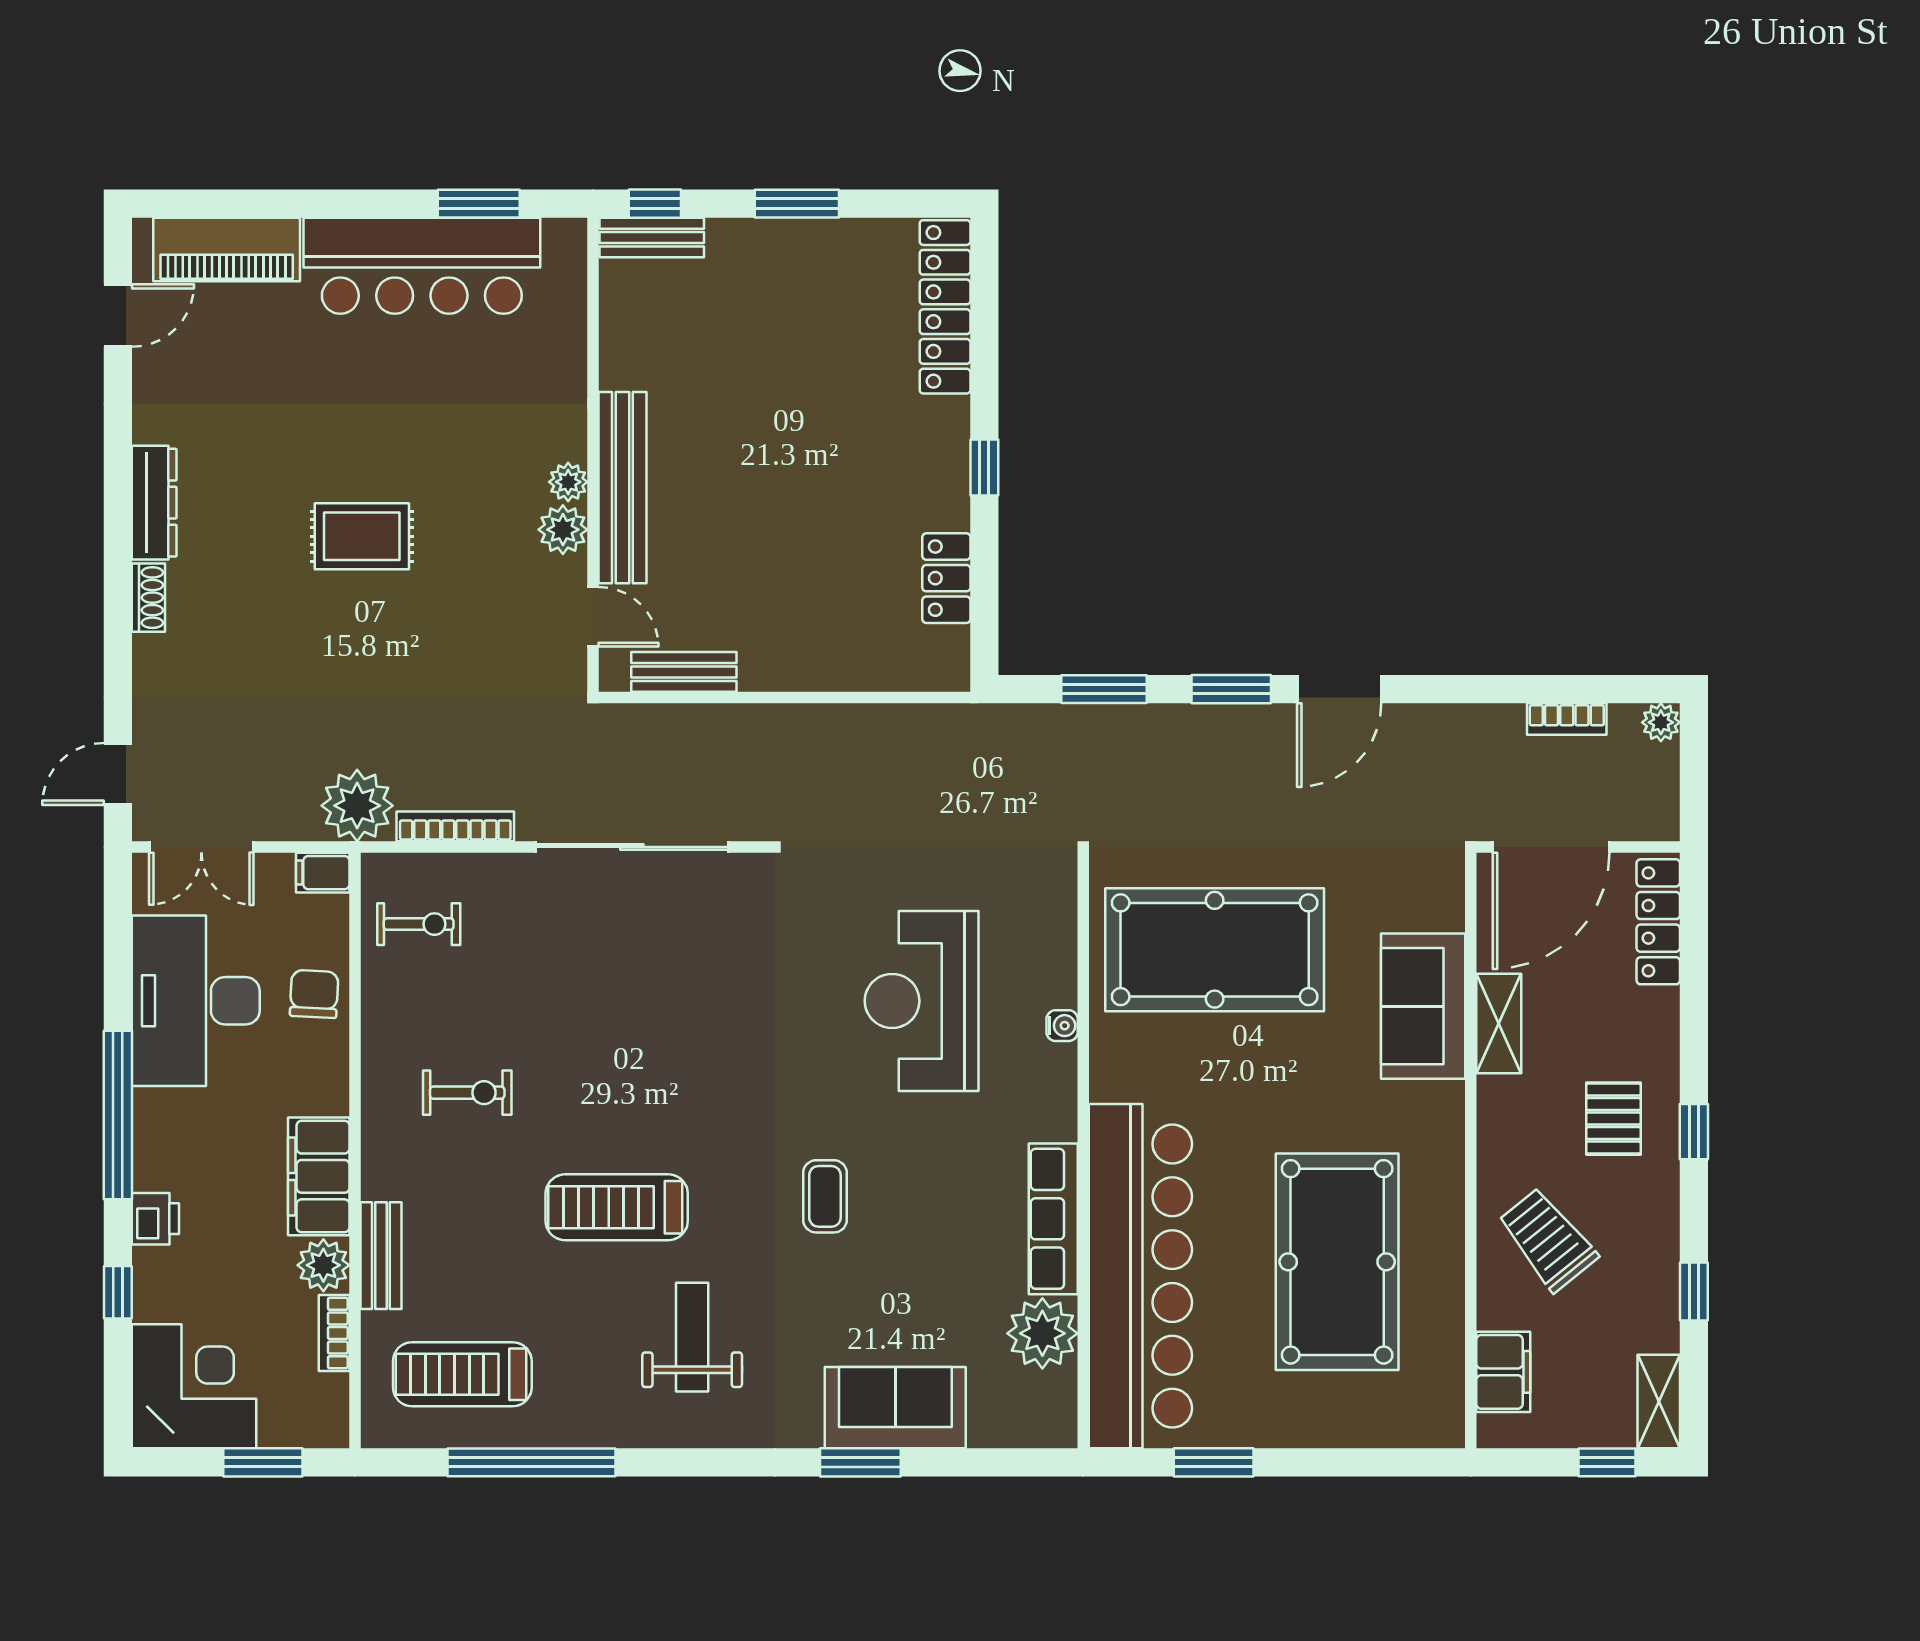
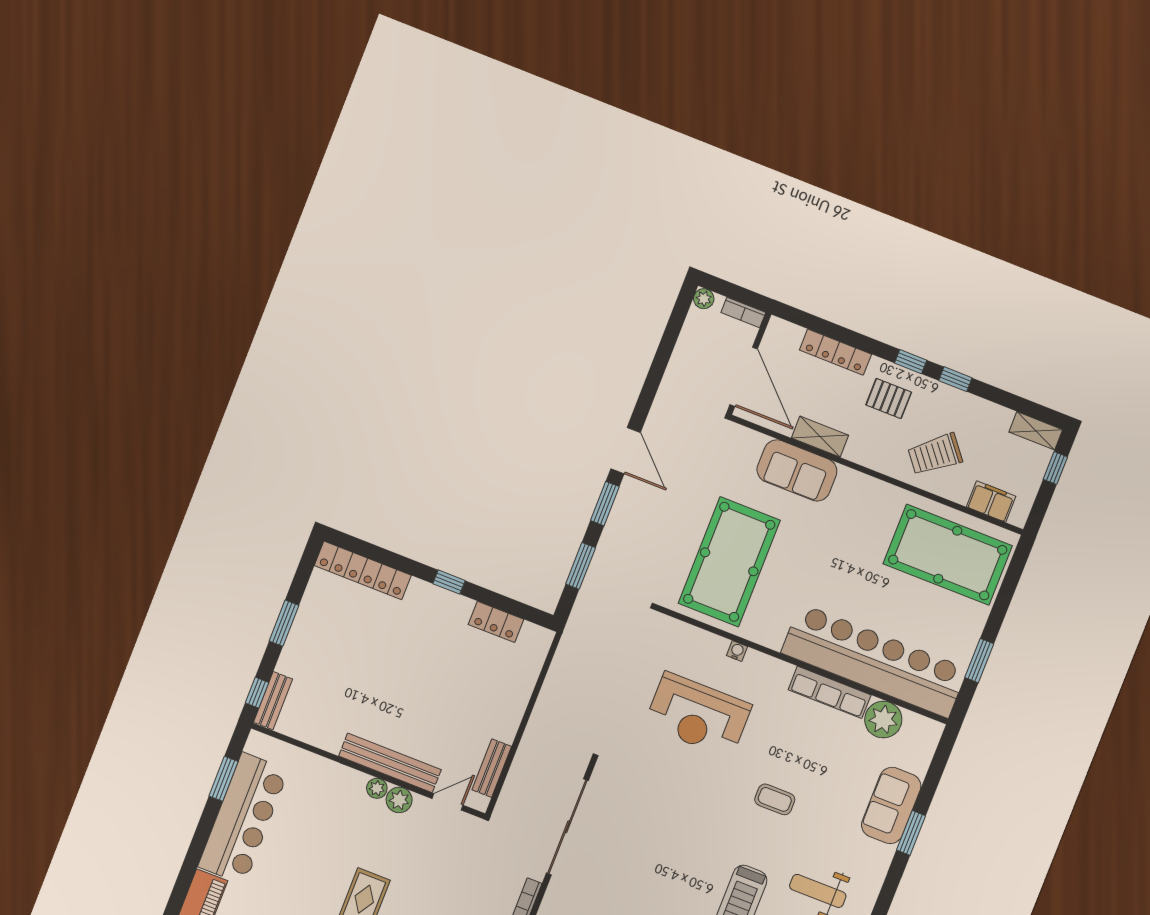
bookcase: (1567, 719) -> (743, 312), moved, turned 90
locker: (1658, 922) -> (835, 352), moved
pool table: (1337, 1262) -> (948, 555), moved
window: (1694, 1292) -> (955, 379), moved

